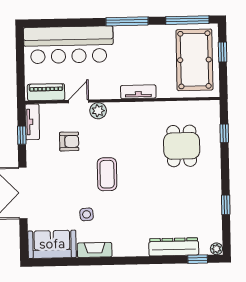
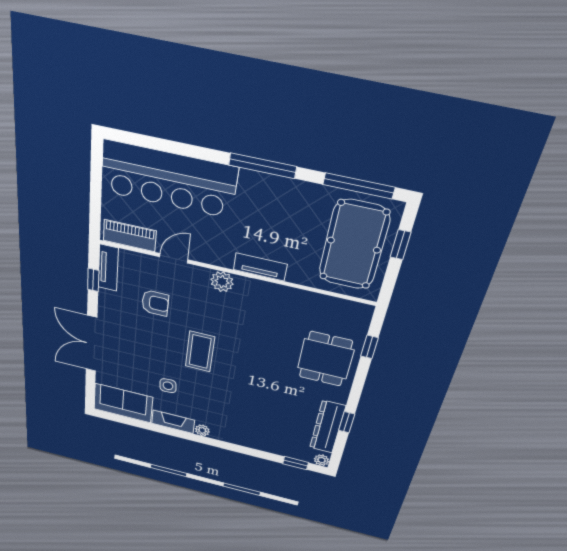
plant: (98, 111) -> (222, 282), moved
dining table: (182, 146) -> (326, 359), moved
dresser: (174, 247) -> (327, 427), moved, turned -90
plant: (119, 251) -> (202, 430), added

